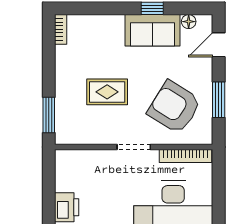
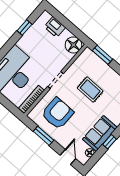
rug: (107, 92) -> (90, 90), turned 90
armchair: (174, 107) -> (57, 113), turned -32
floor lamp: (69, 163) -> (73, 45), added

